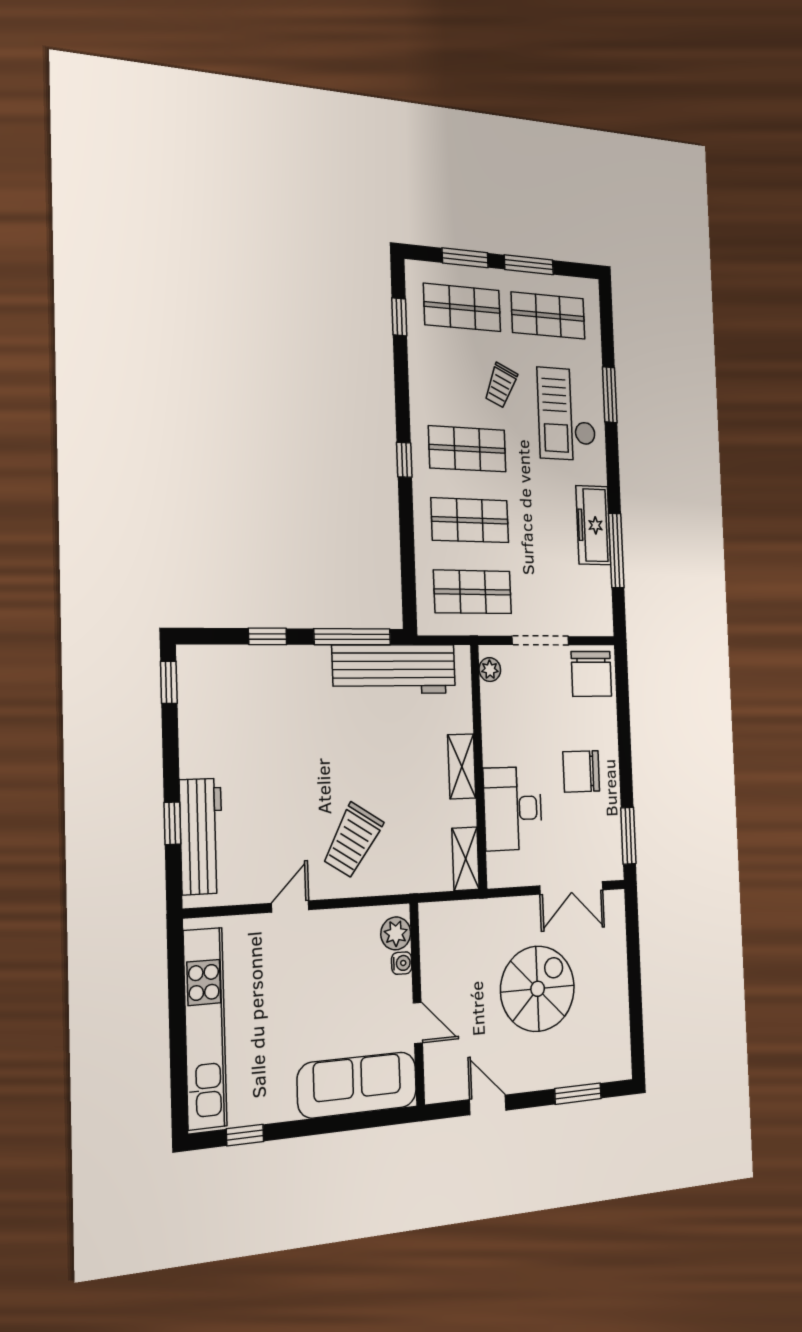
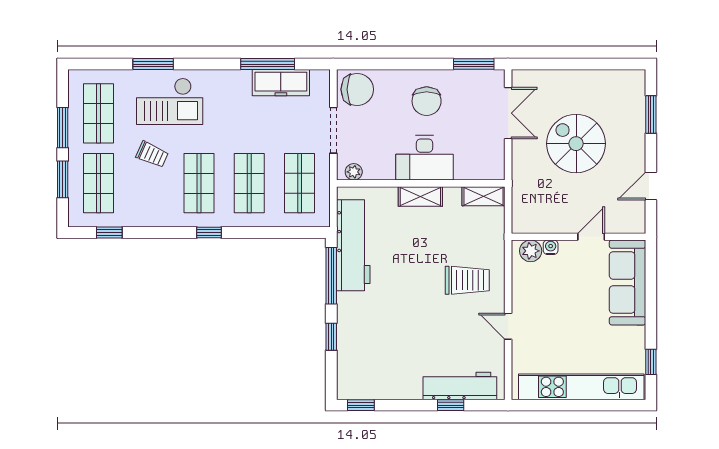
freezer: (593, 525) -> (281, 83), moved
desk: (513, 808) -> (425, 158), moved
trolley: (353, 840) -> (467, 280), turned -32

